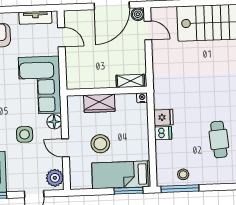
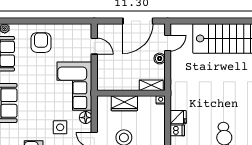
boiler: (138, 14) -> (160, 59), moved
tv unit: (35, 18) -> (73, 29), removed
door: (148, 30) -> (168, 43), hinge flipped

